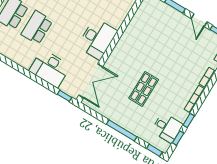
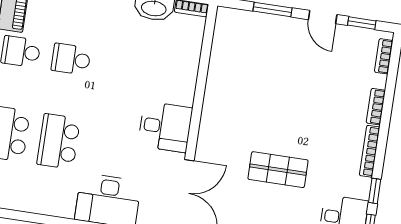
desk: (97, 39) -> (165, 127), width x0.73
shop shelf: (144, 89) -> (278, 170), turned 90

